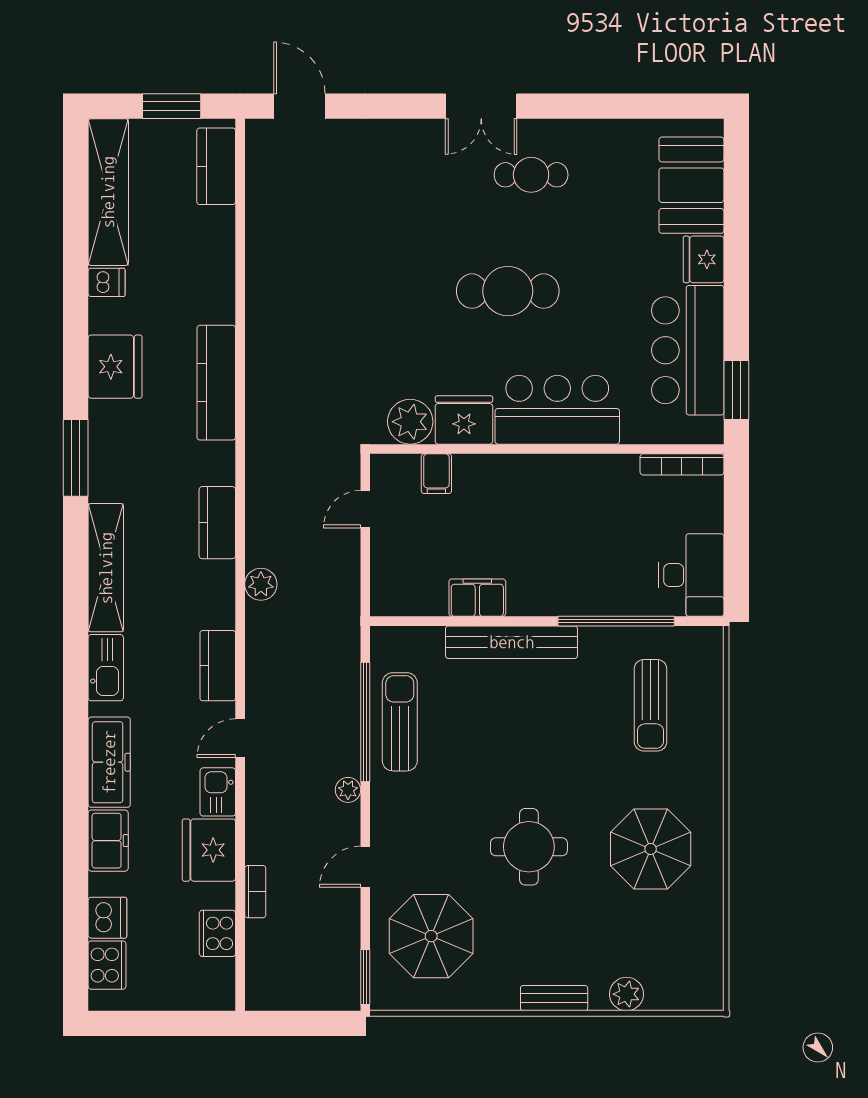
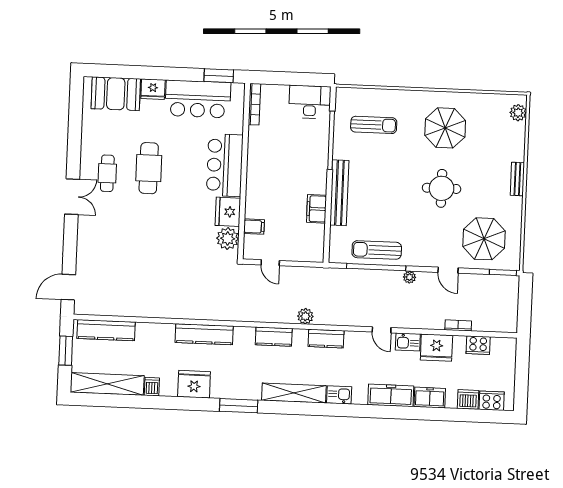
kitchen counter: (216, 166) -> (106, 330), width x1.50
cafe table: (508, 291) -> (149, 168), moved
kitchen counter: (218, 666) -> (326, 339), moved
kitchen sink: (106, 668) -> (339, 395), width x0.73
plant: (626, 994) -> (518, 113), moved

